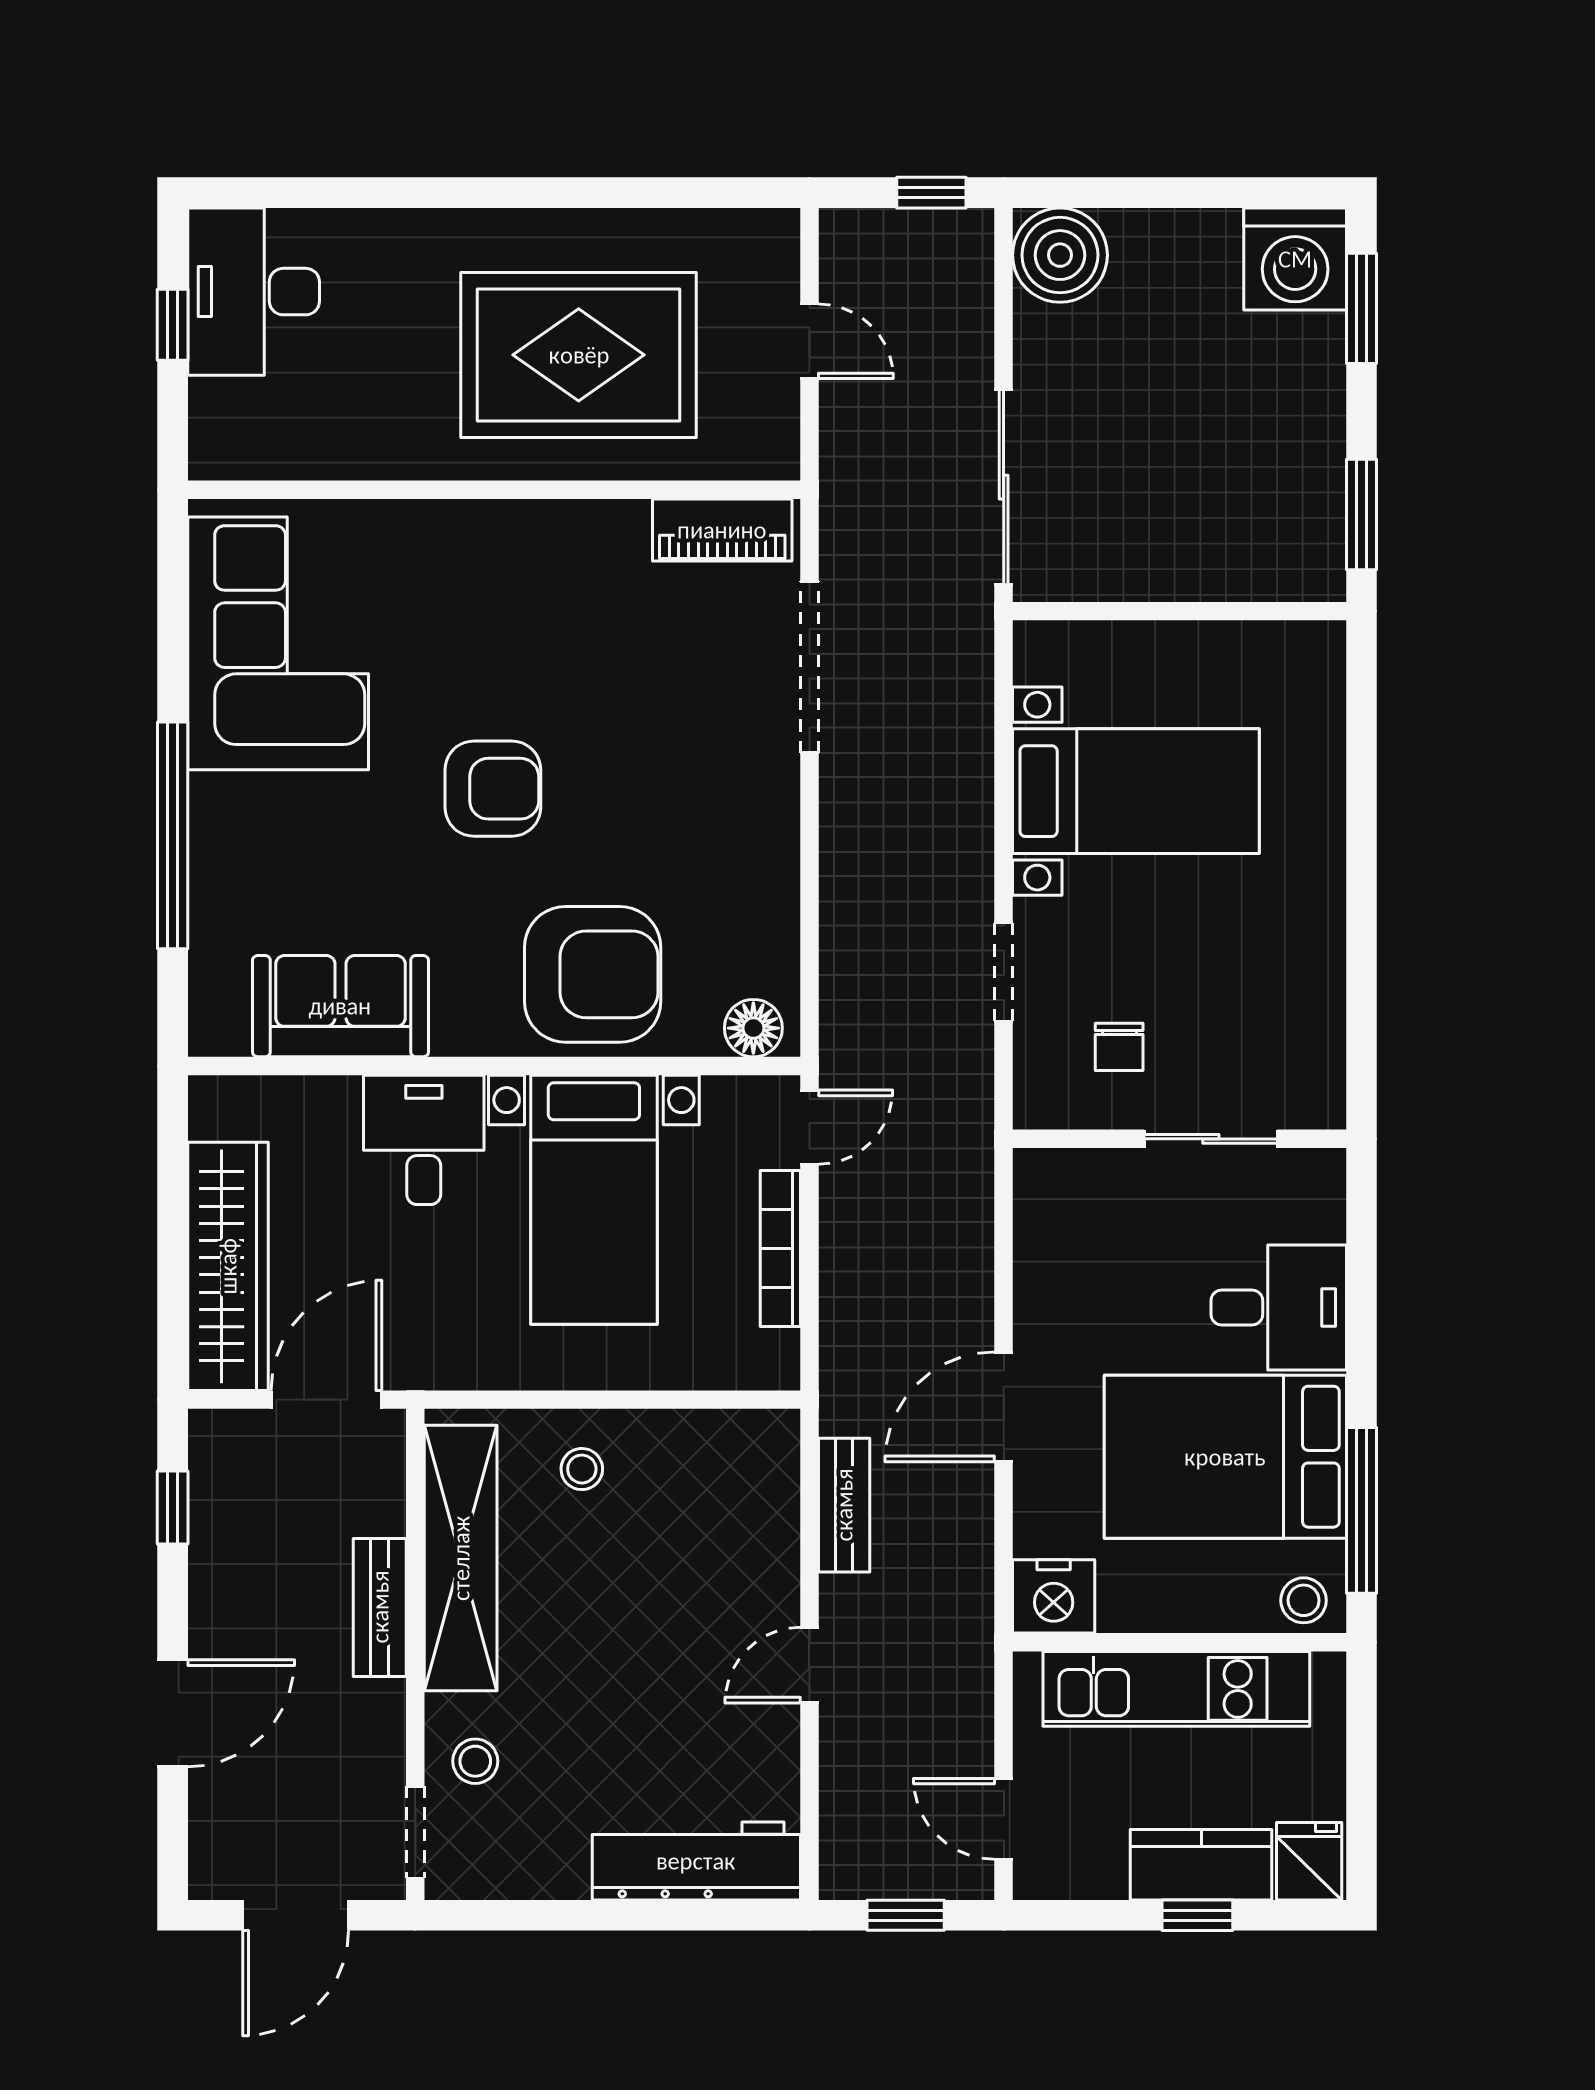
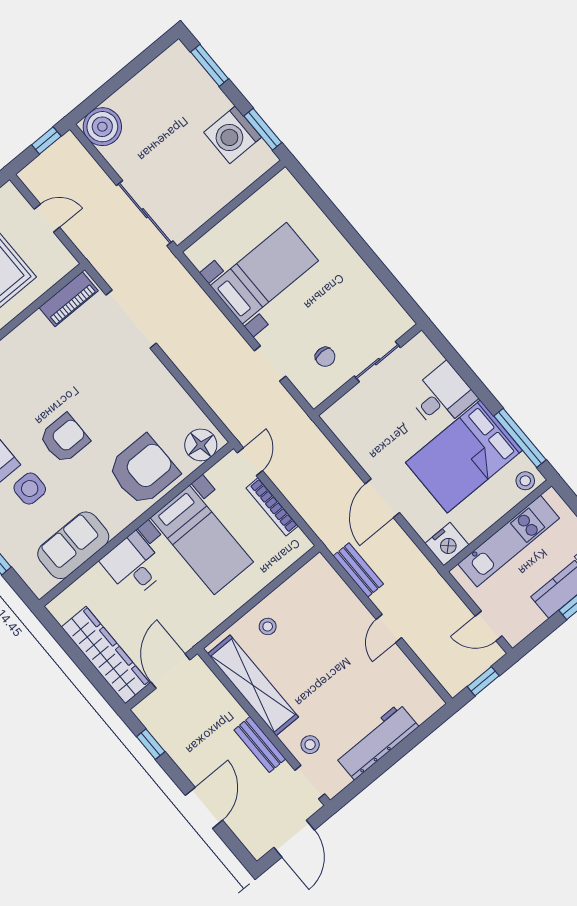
washing machine: (1295, 259) -> (233, 135), moved, turned 90
side table: (348, 829) -> (30, 489), added
floor lamp: (753, 1028) -> (201, 445), width x1.38, depth x1.38
bench: (380, 1607) -> (260, 744), moved
workbench: (696, 1861) -> (377, 741), moved

